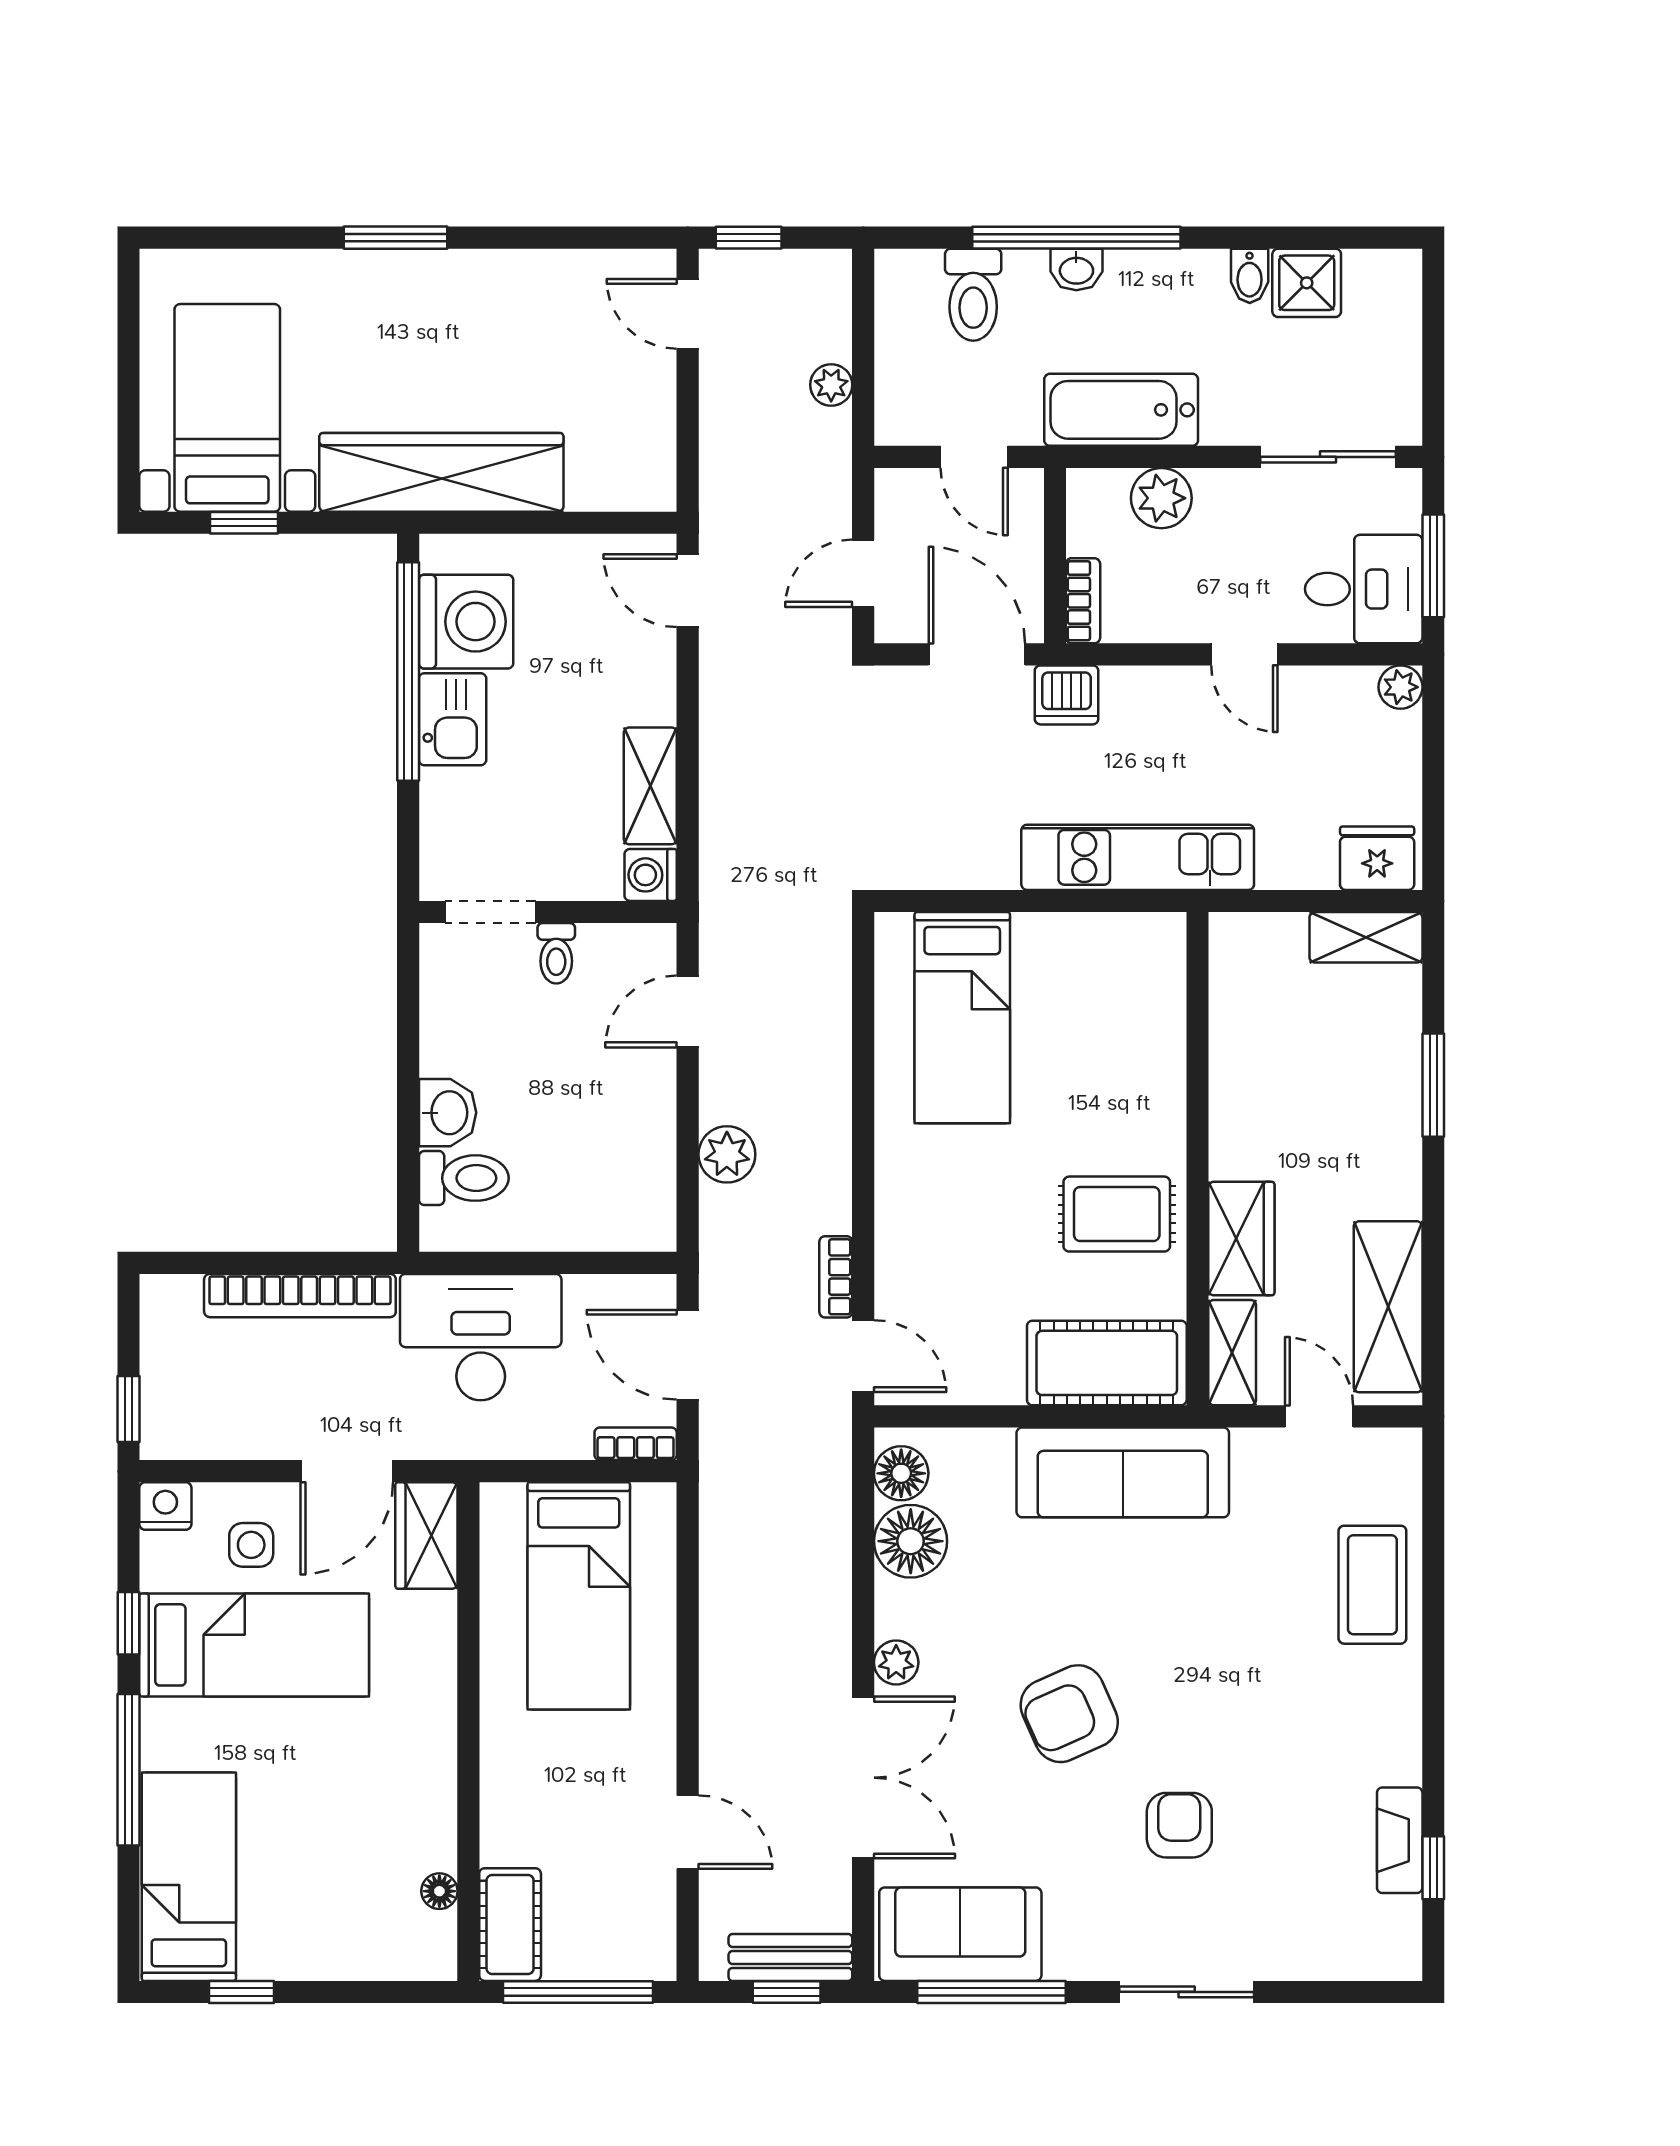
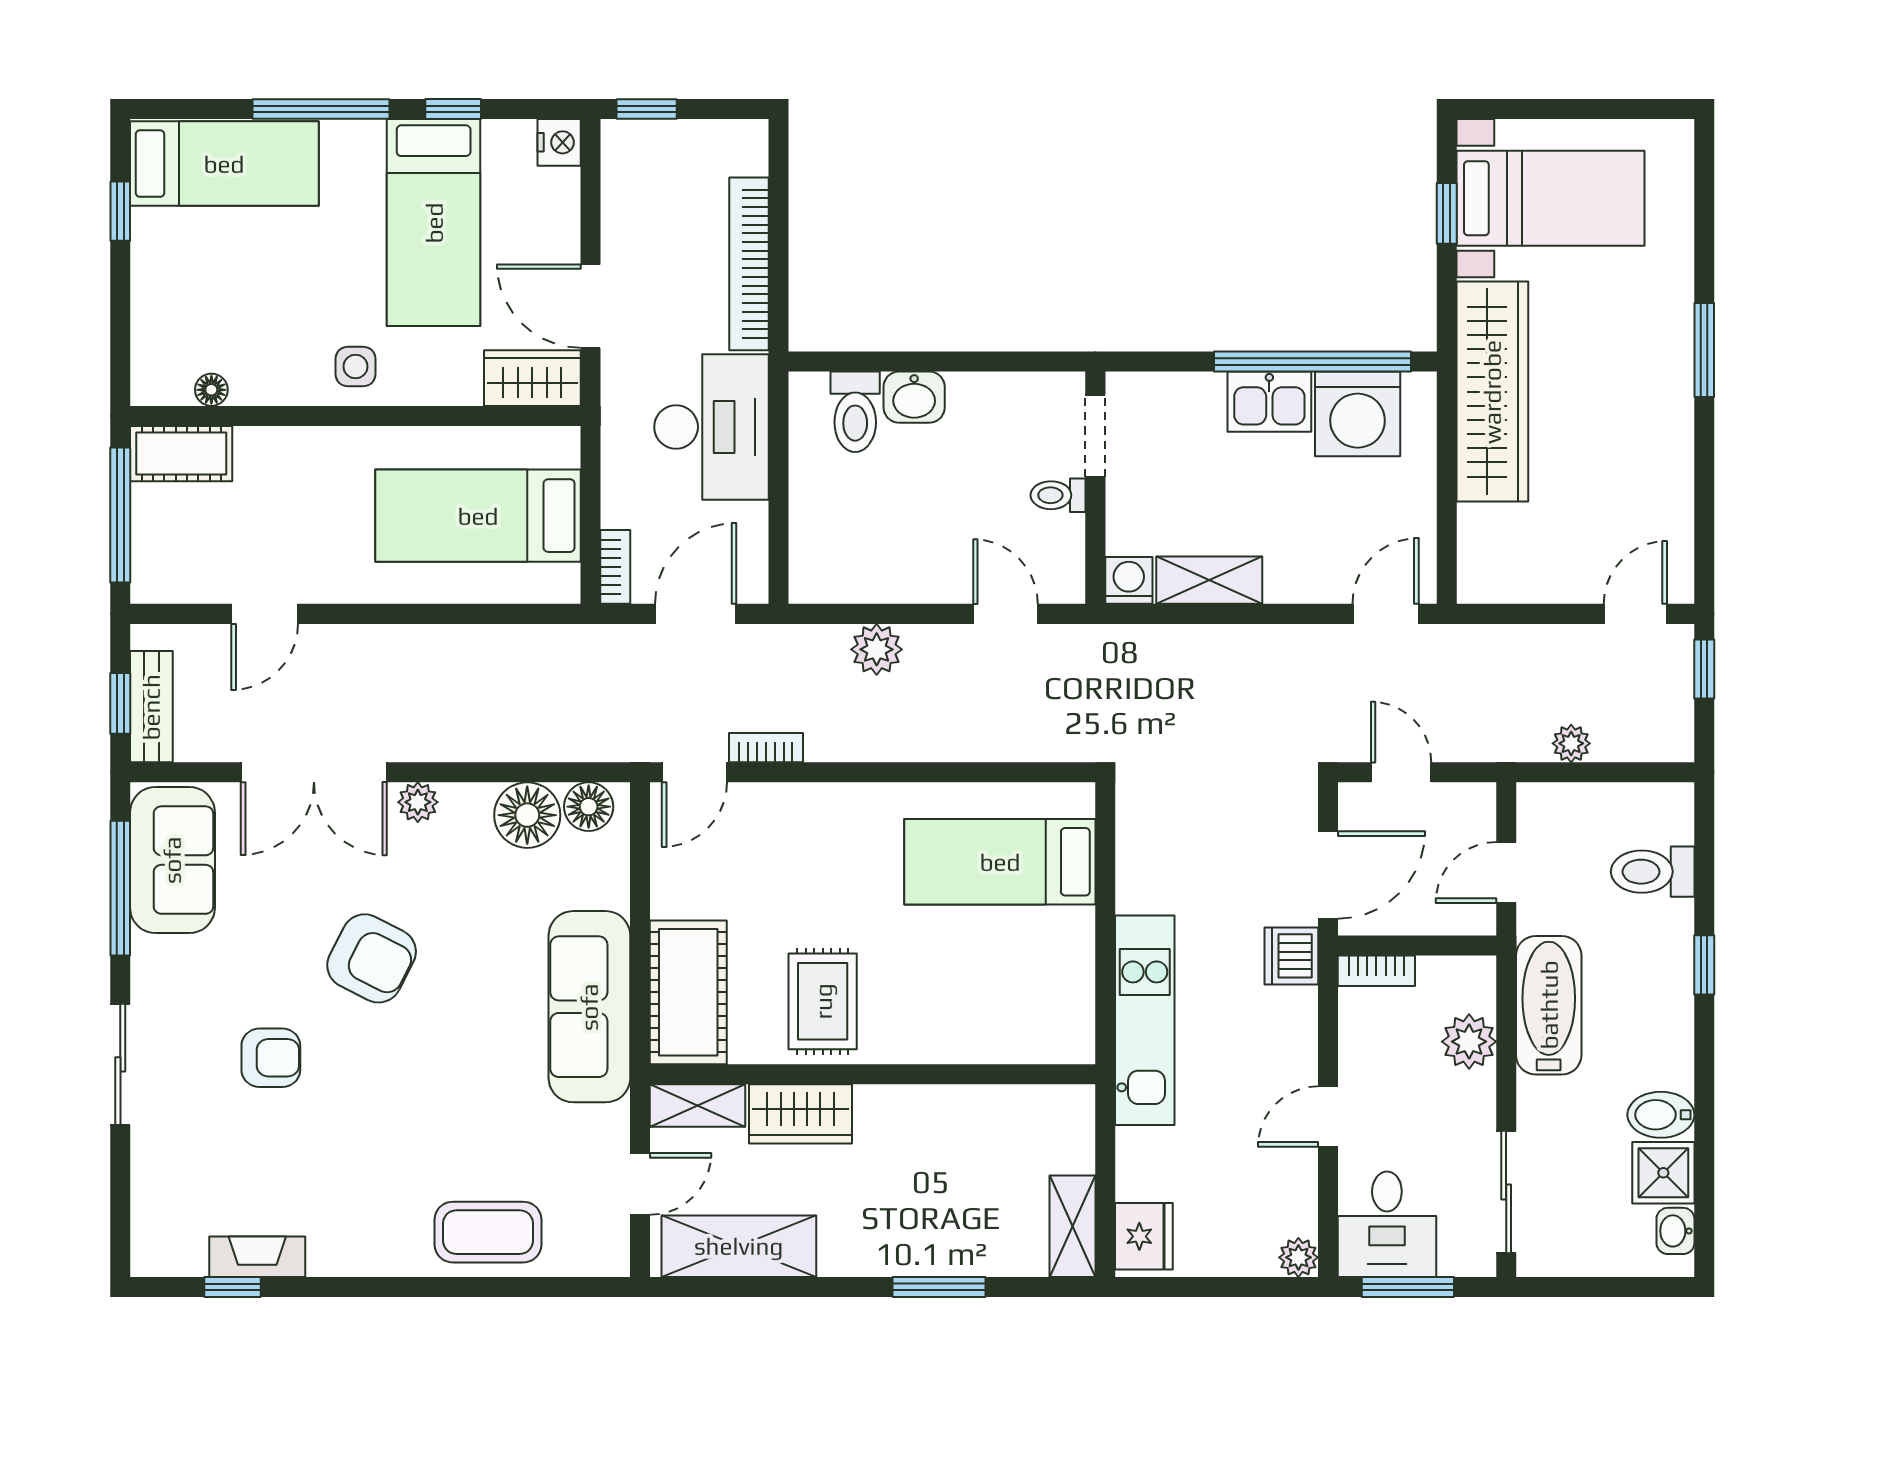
window: (1076, 238) -> (1704, 965), width x0.32
washbasin: (1076, 269) -> (1675, 1231), moved
bidet: (1250, 276) -> (1661, 1115), width x1.38, depth x1.36
side table: (251, 1545) -> (355, 367), moved
armchair: (1069, 1714) -> (372, 958), turned 141

